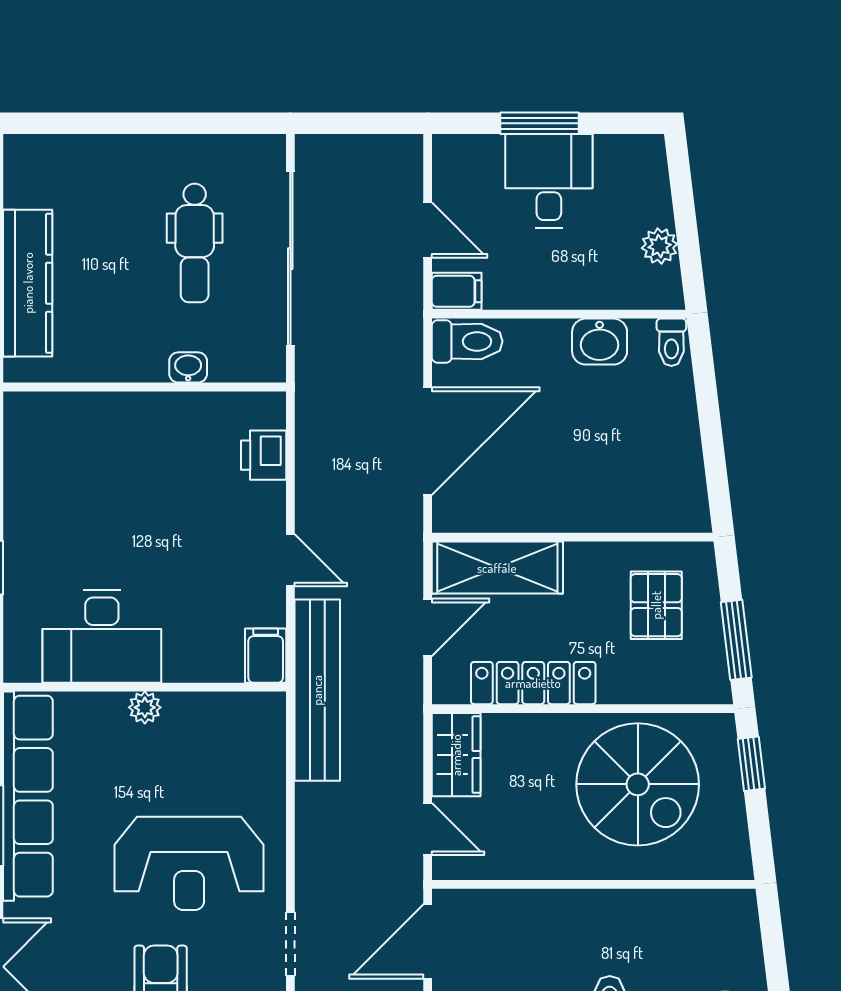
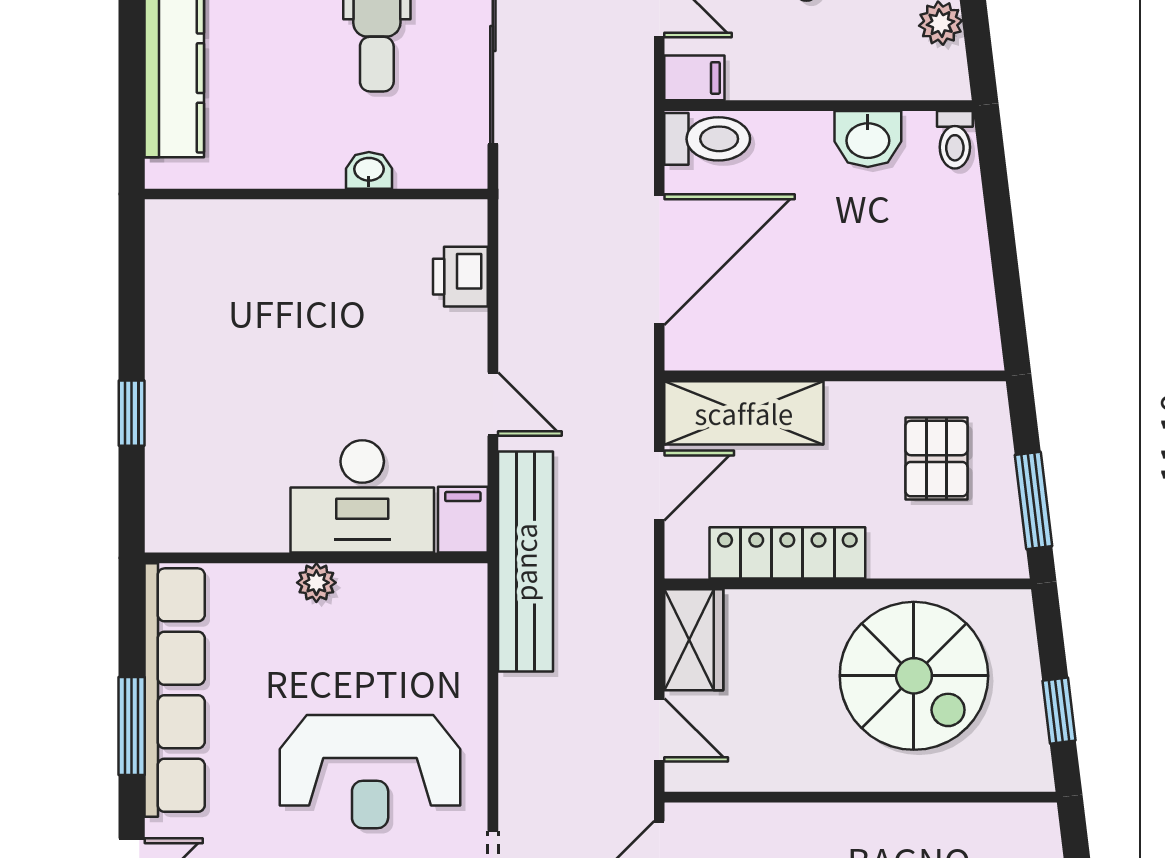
desk: (102, 636) -> (362, 496), moved
window: (751, 764) -> (1059, 711), moved

